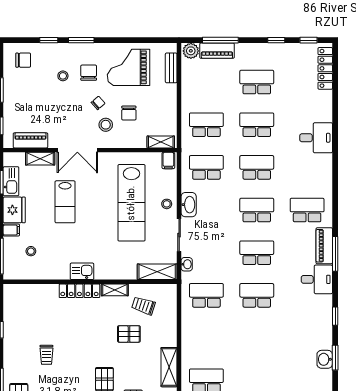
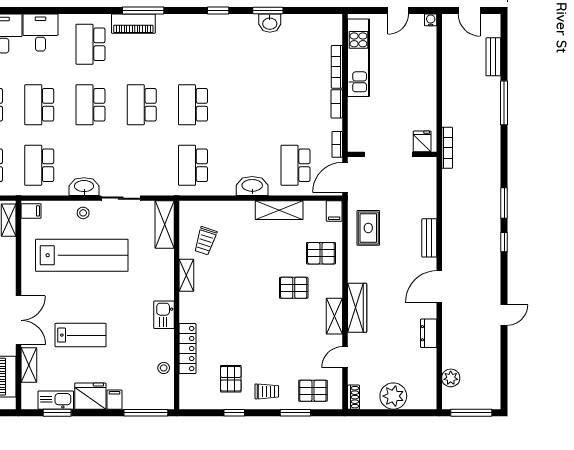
stool: (31, 251) -> (164, 368), moved
washbasin: (187, 264) -> (252, 186), moved, width x1.91, depth x1.45
desk: (317, 279) -> (40, 33), moved
locker: (79, 291) -> (188, 349), moved
pallet: (129, 334) -> (231, 379), moved
trolley: (46, 355) -> (267, 391), moved

